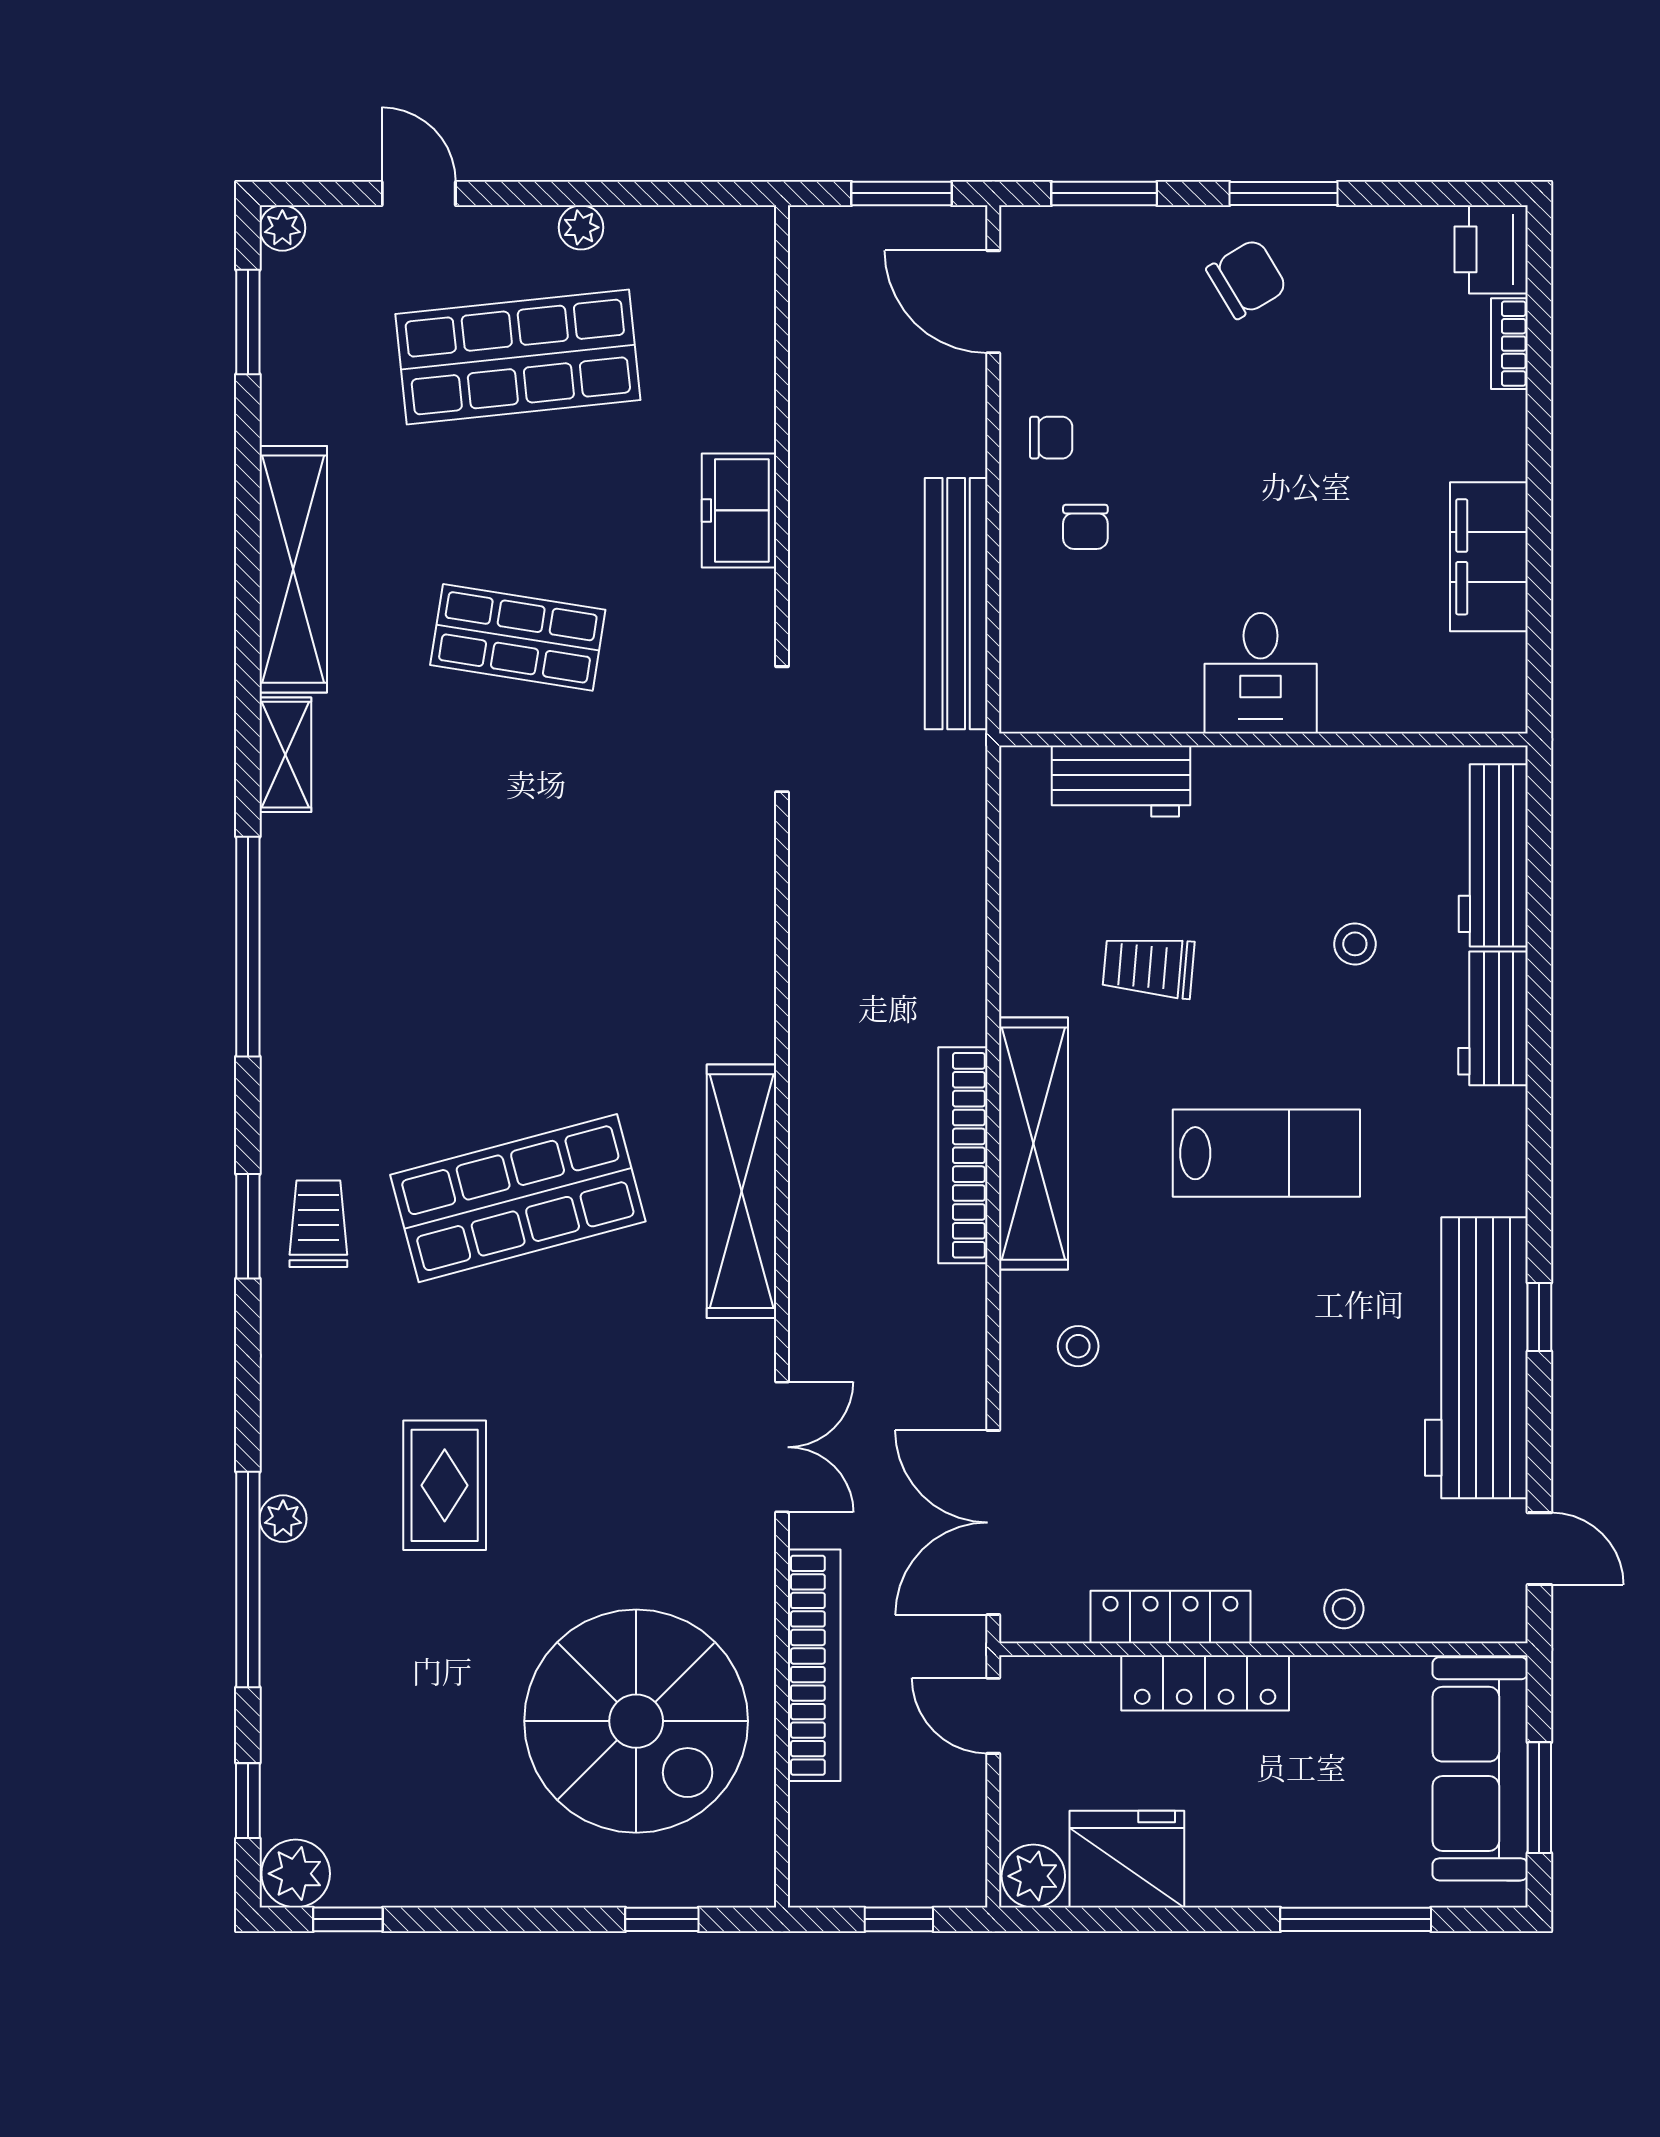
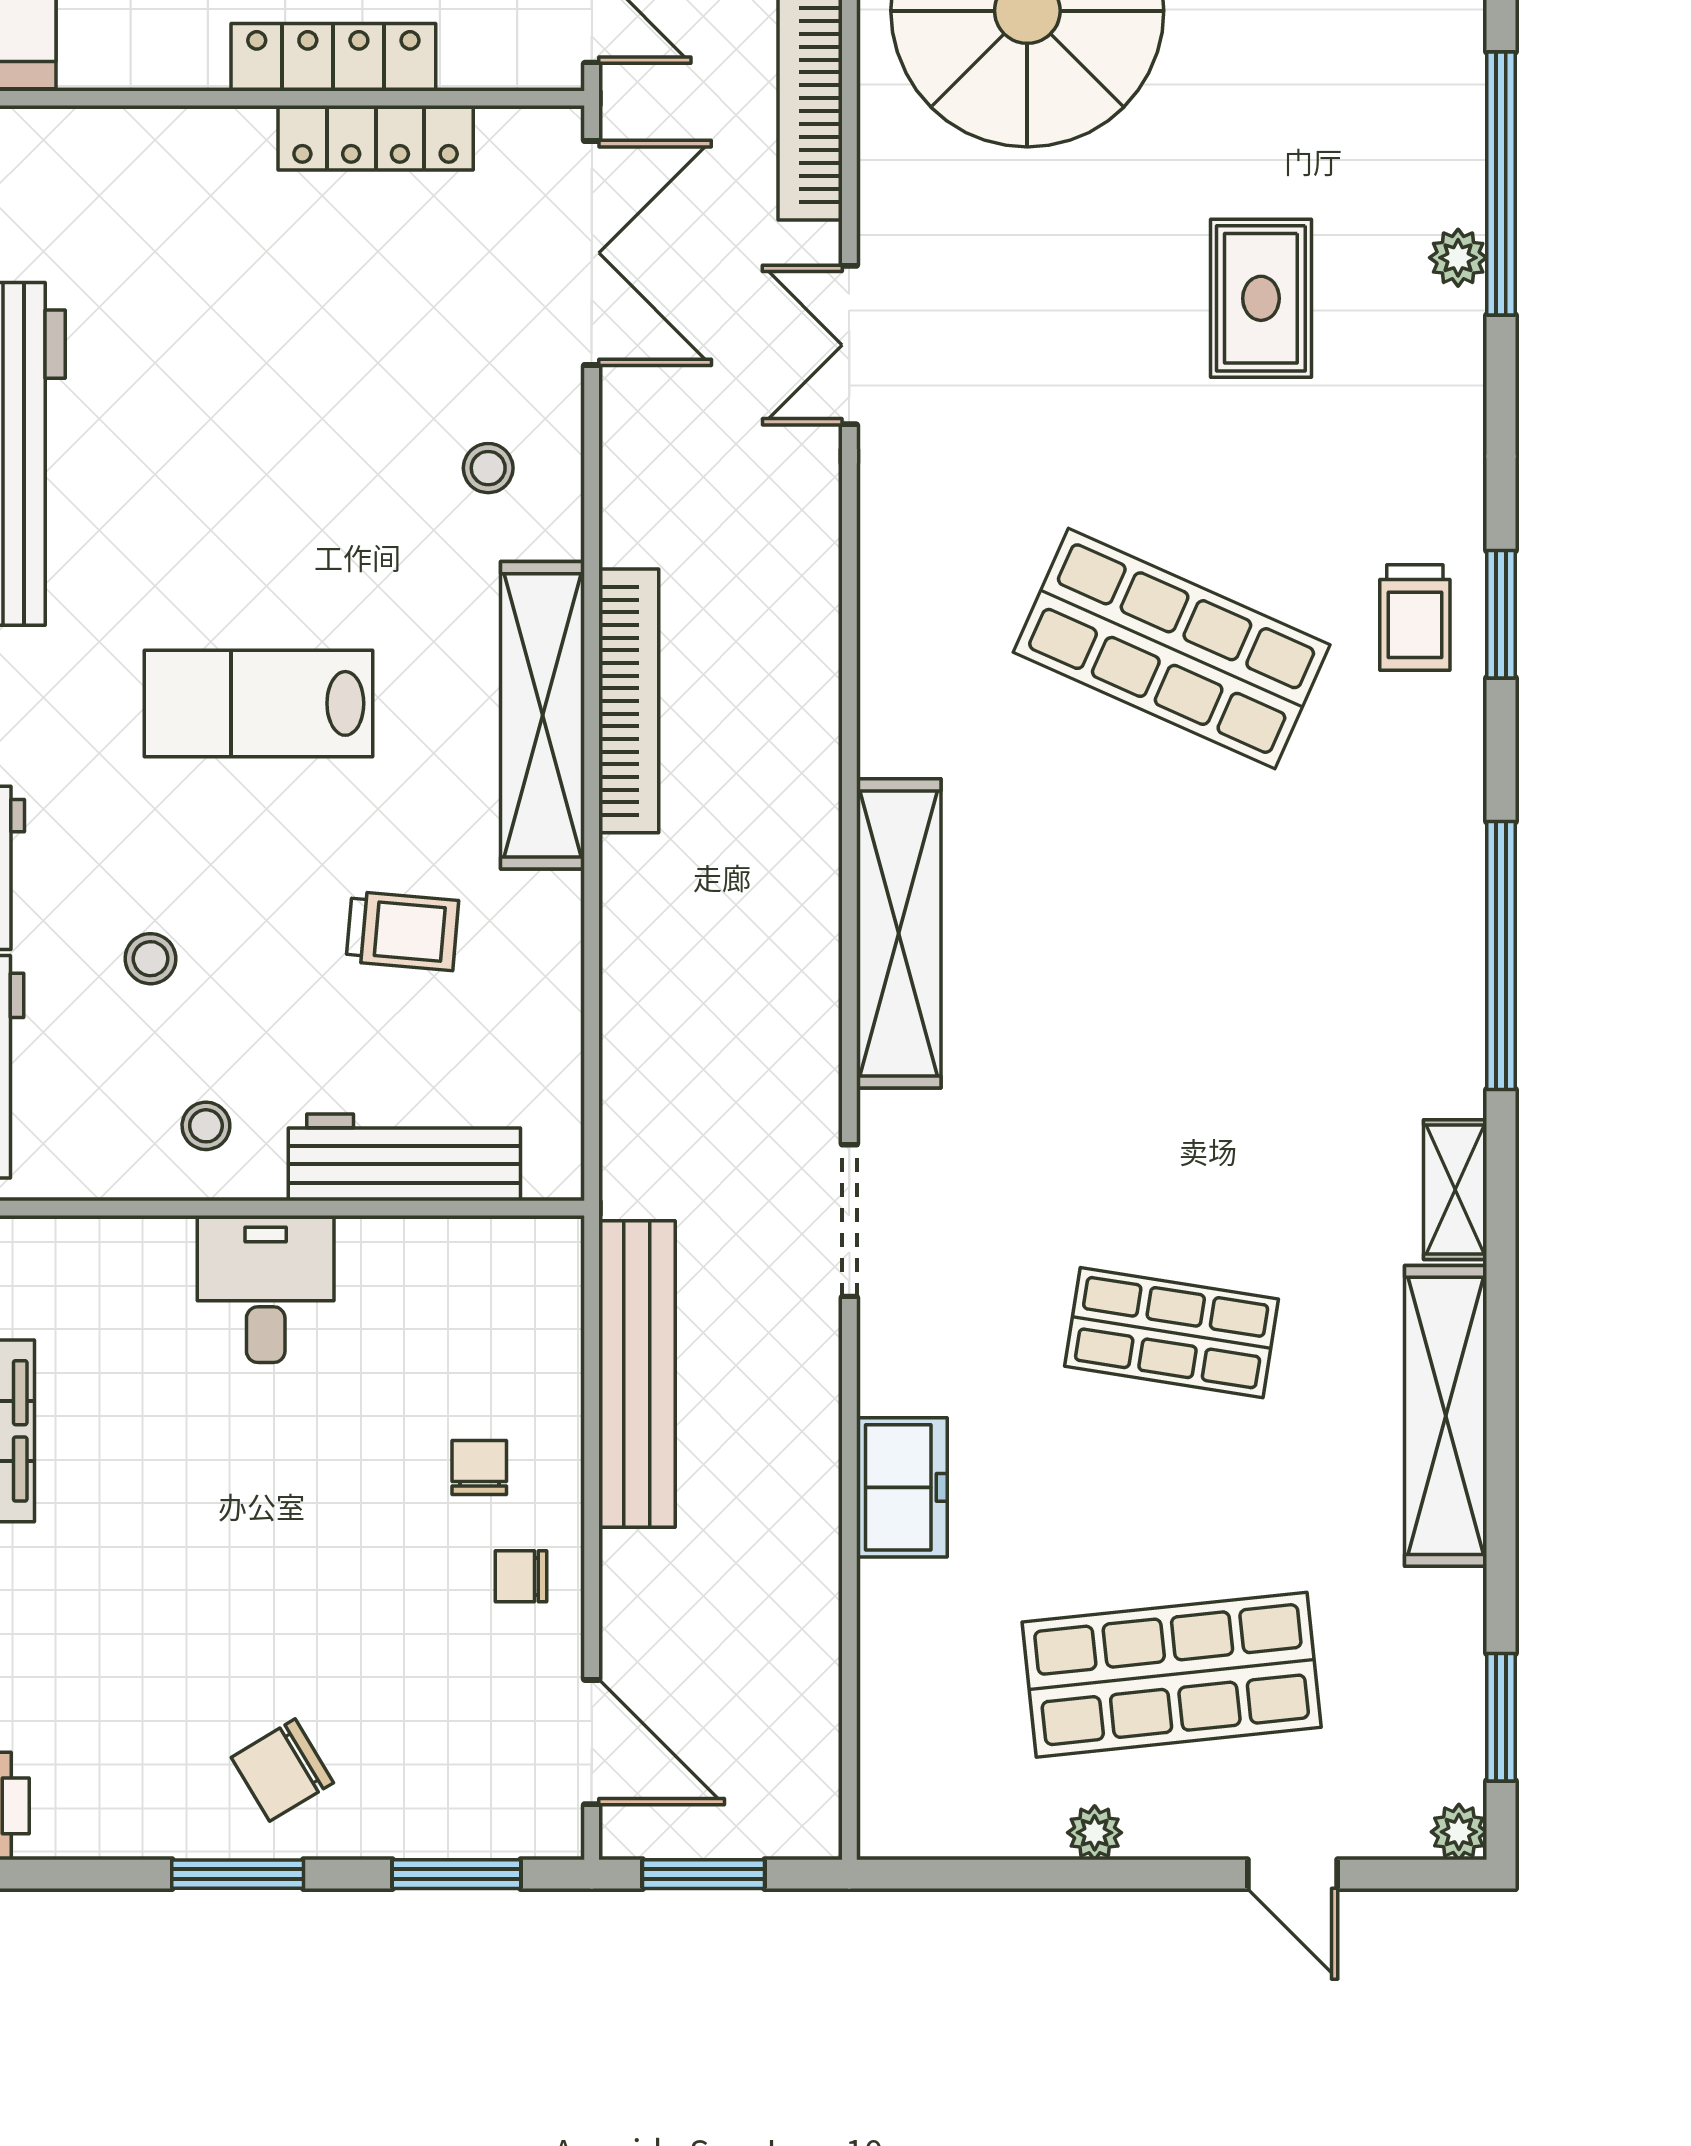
workbench: (1121, 781) -> (404, 1157), width x1.37
shelving: (742, 1191) -> (899, 933), moved
shop shelf: (518, 1198) -> (1172, 649), turned 39
stool: (1344, 1609) -> (206, 1126), moved

